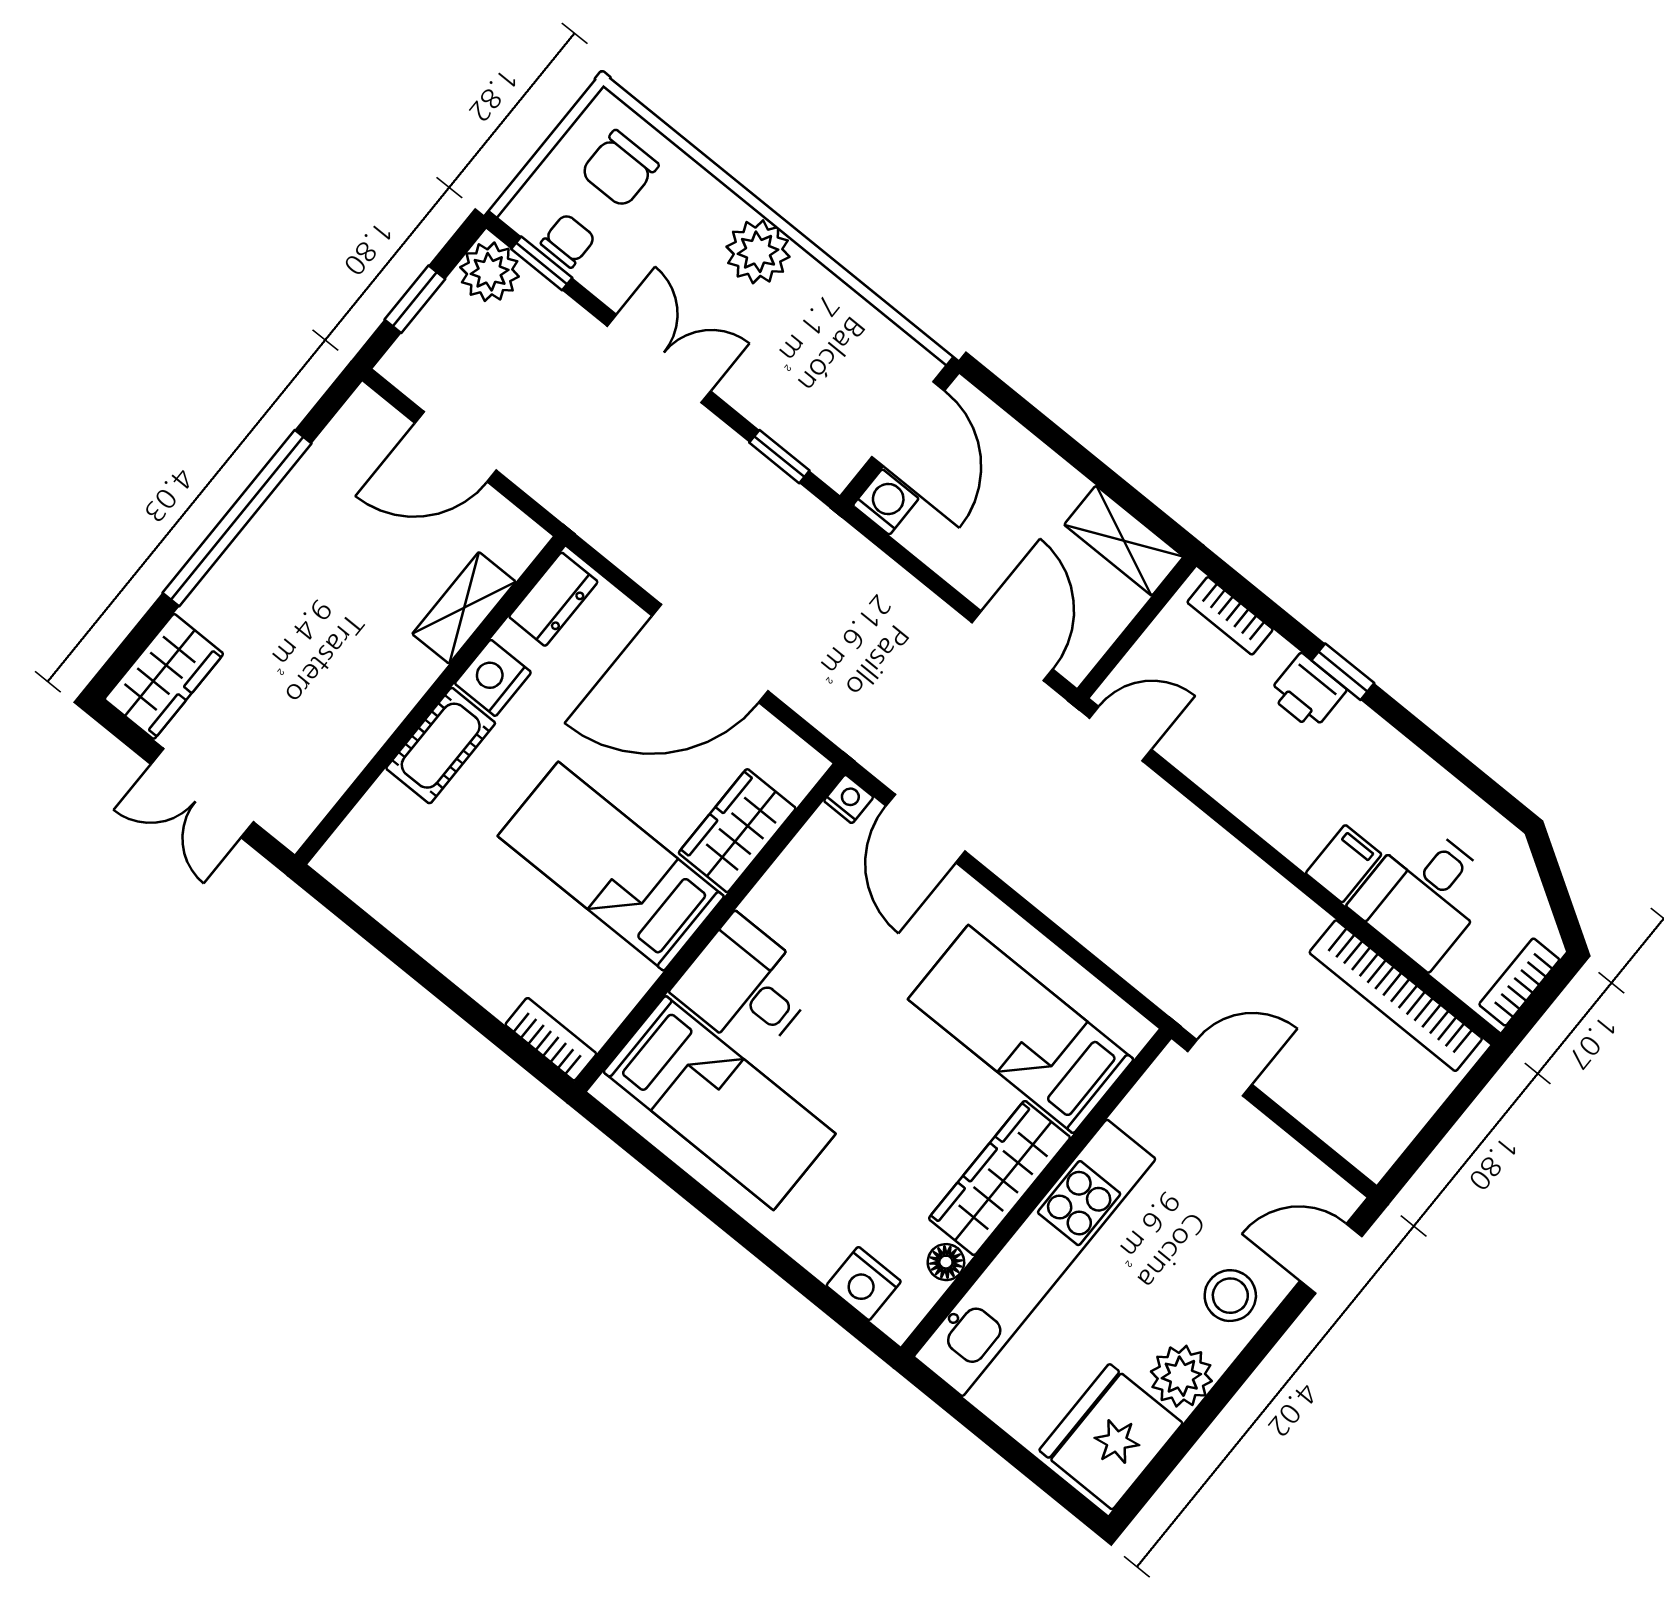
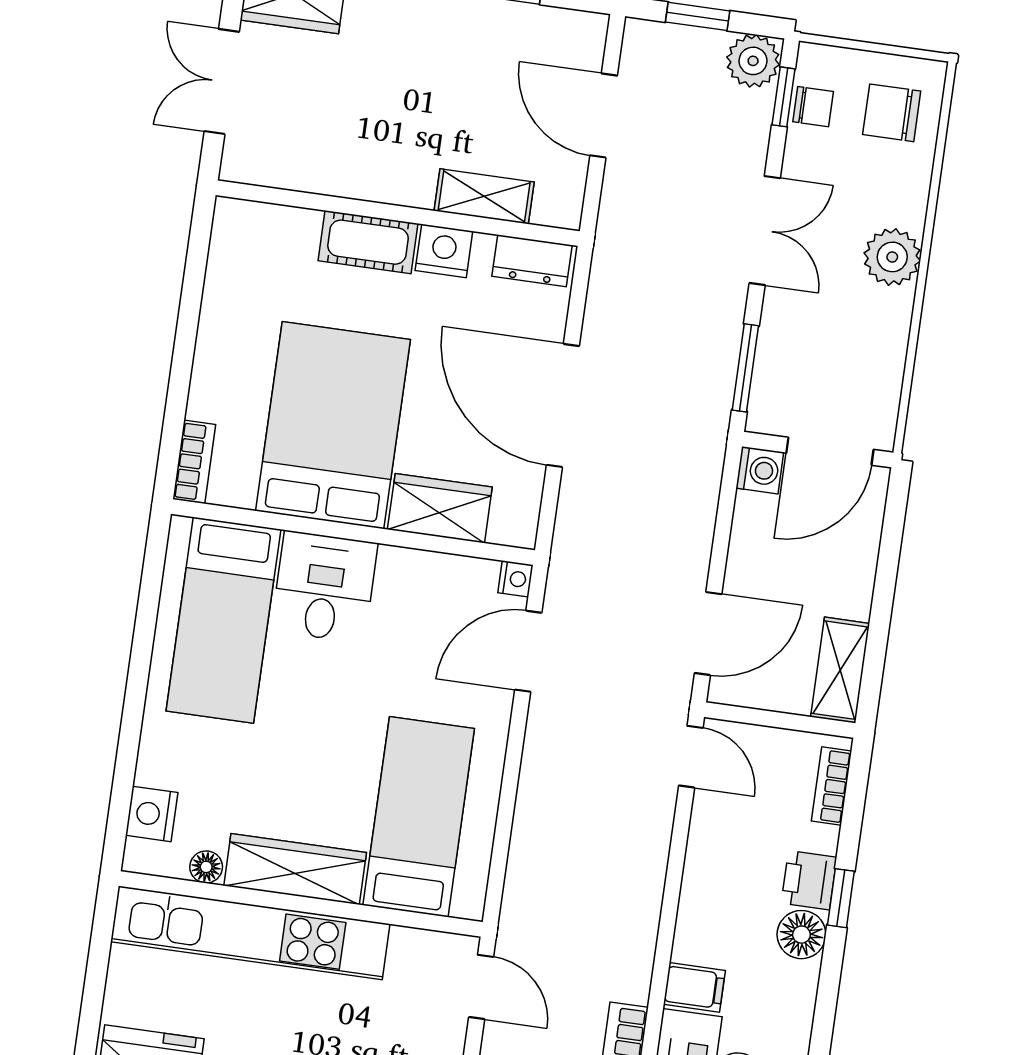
window: (779, 457) -> (745, 368), width x1.50
floor lamp: (1355, 731) -> (801, 935), added
bed: (611, 866) -> (333, 425), width x1.50

